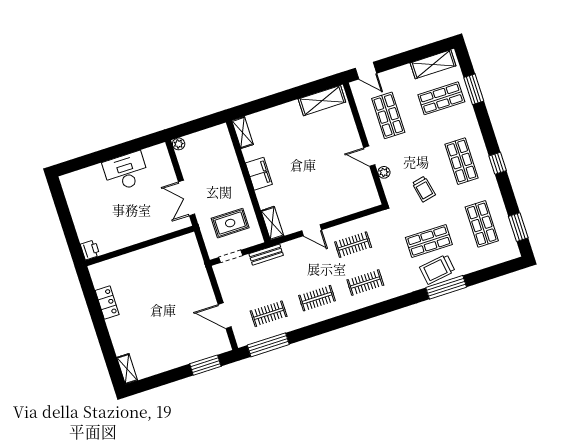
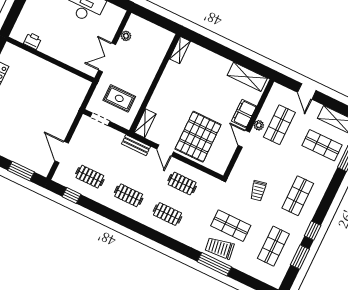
door: (366, 71) -> (307, 91), moved
plant: (179, 144) -> (126, 36), moved
window: (498, 163) -> (313, 231), moved
plant: (384, 172) -> (259, 125), moved
filing cabinet: (259, 174) -> (244, 114), moved, turned 180
pallet: (329, 192) -> (198, 137), added
window: (518, 227) -> (300, 257), moved
printer: (90, 250) -> (33, 41), moved, turned -90
bench: (266, 255) -> (136, 145), moved
window: (268, 345) -> (71, 195), width x0.46

